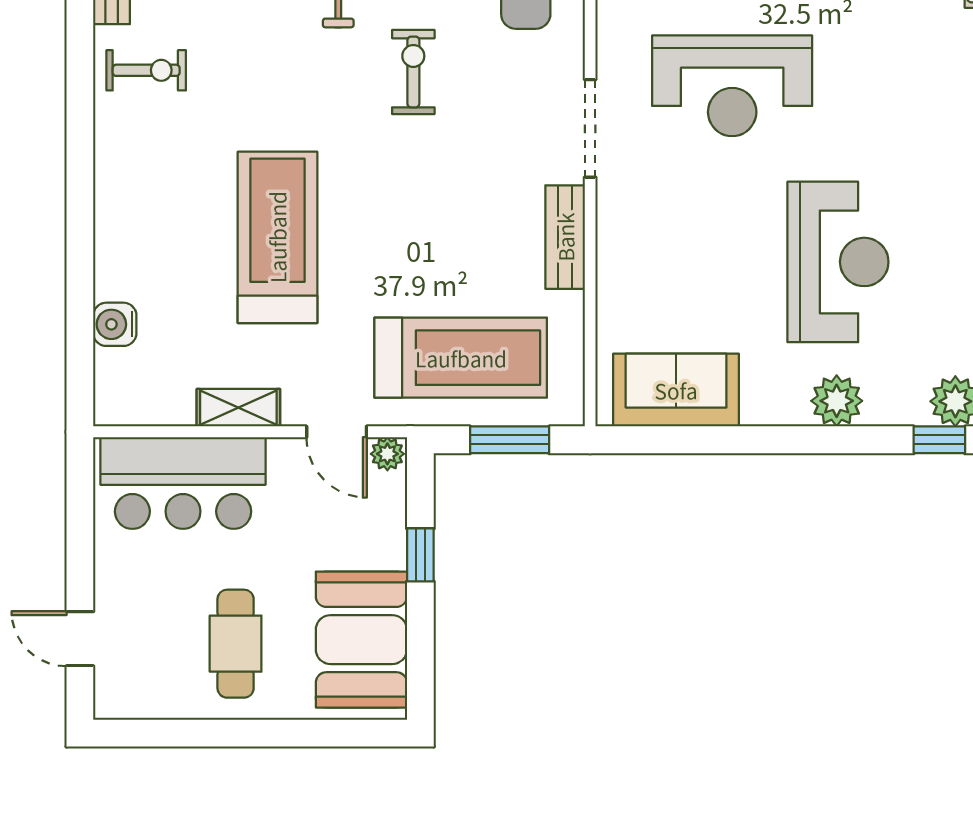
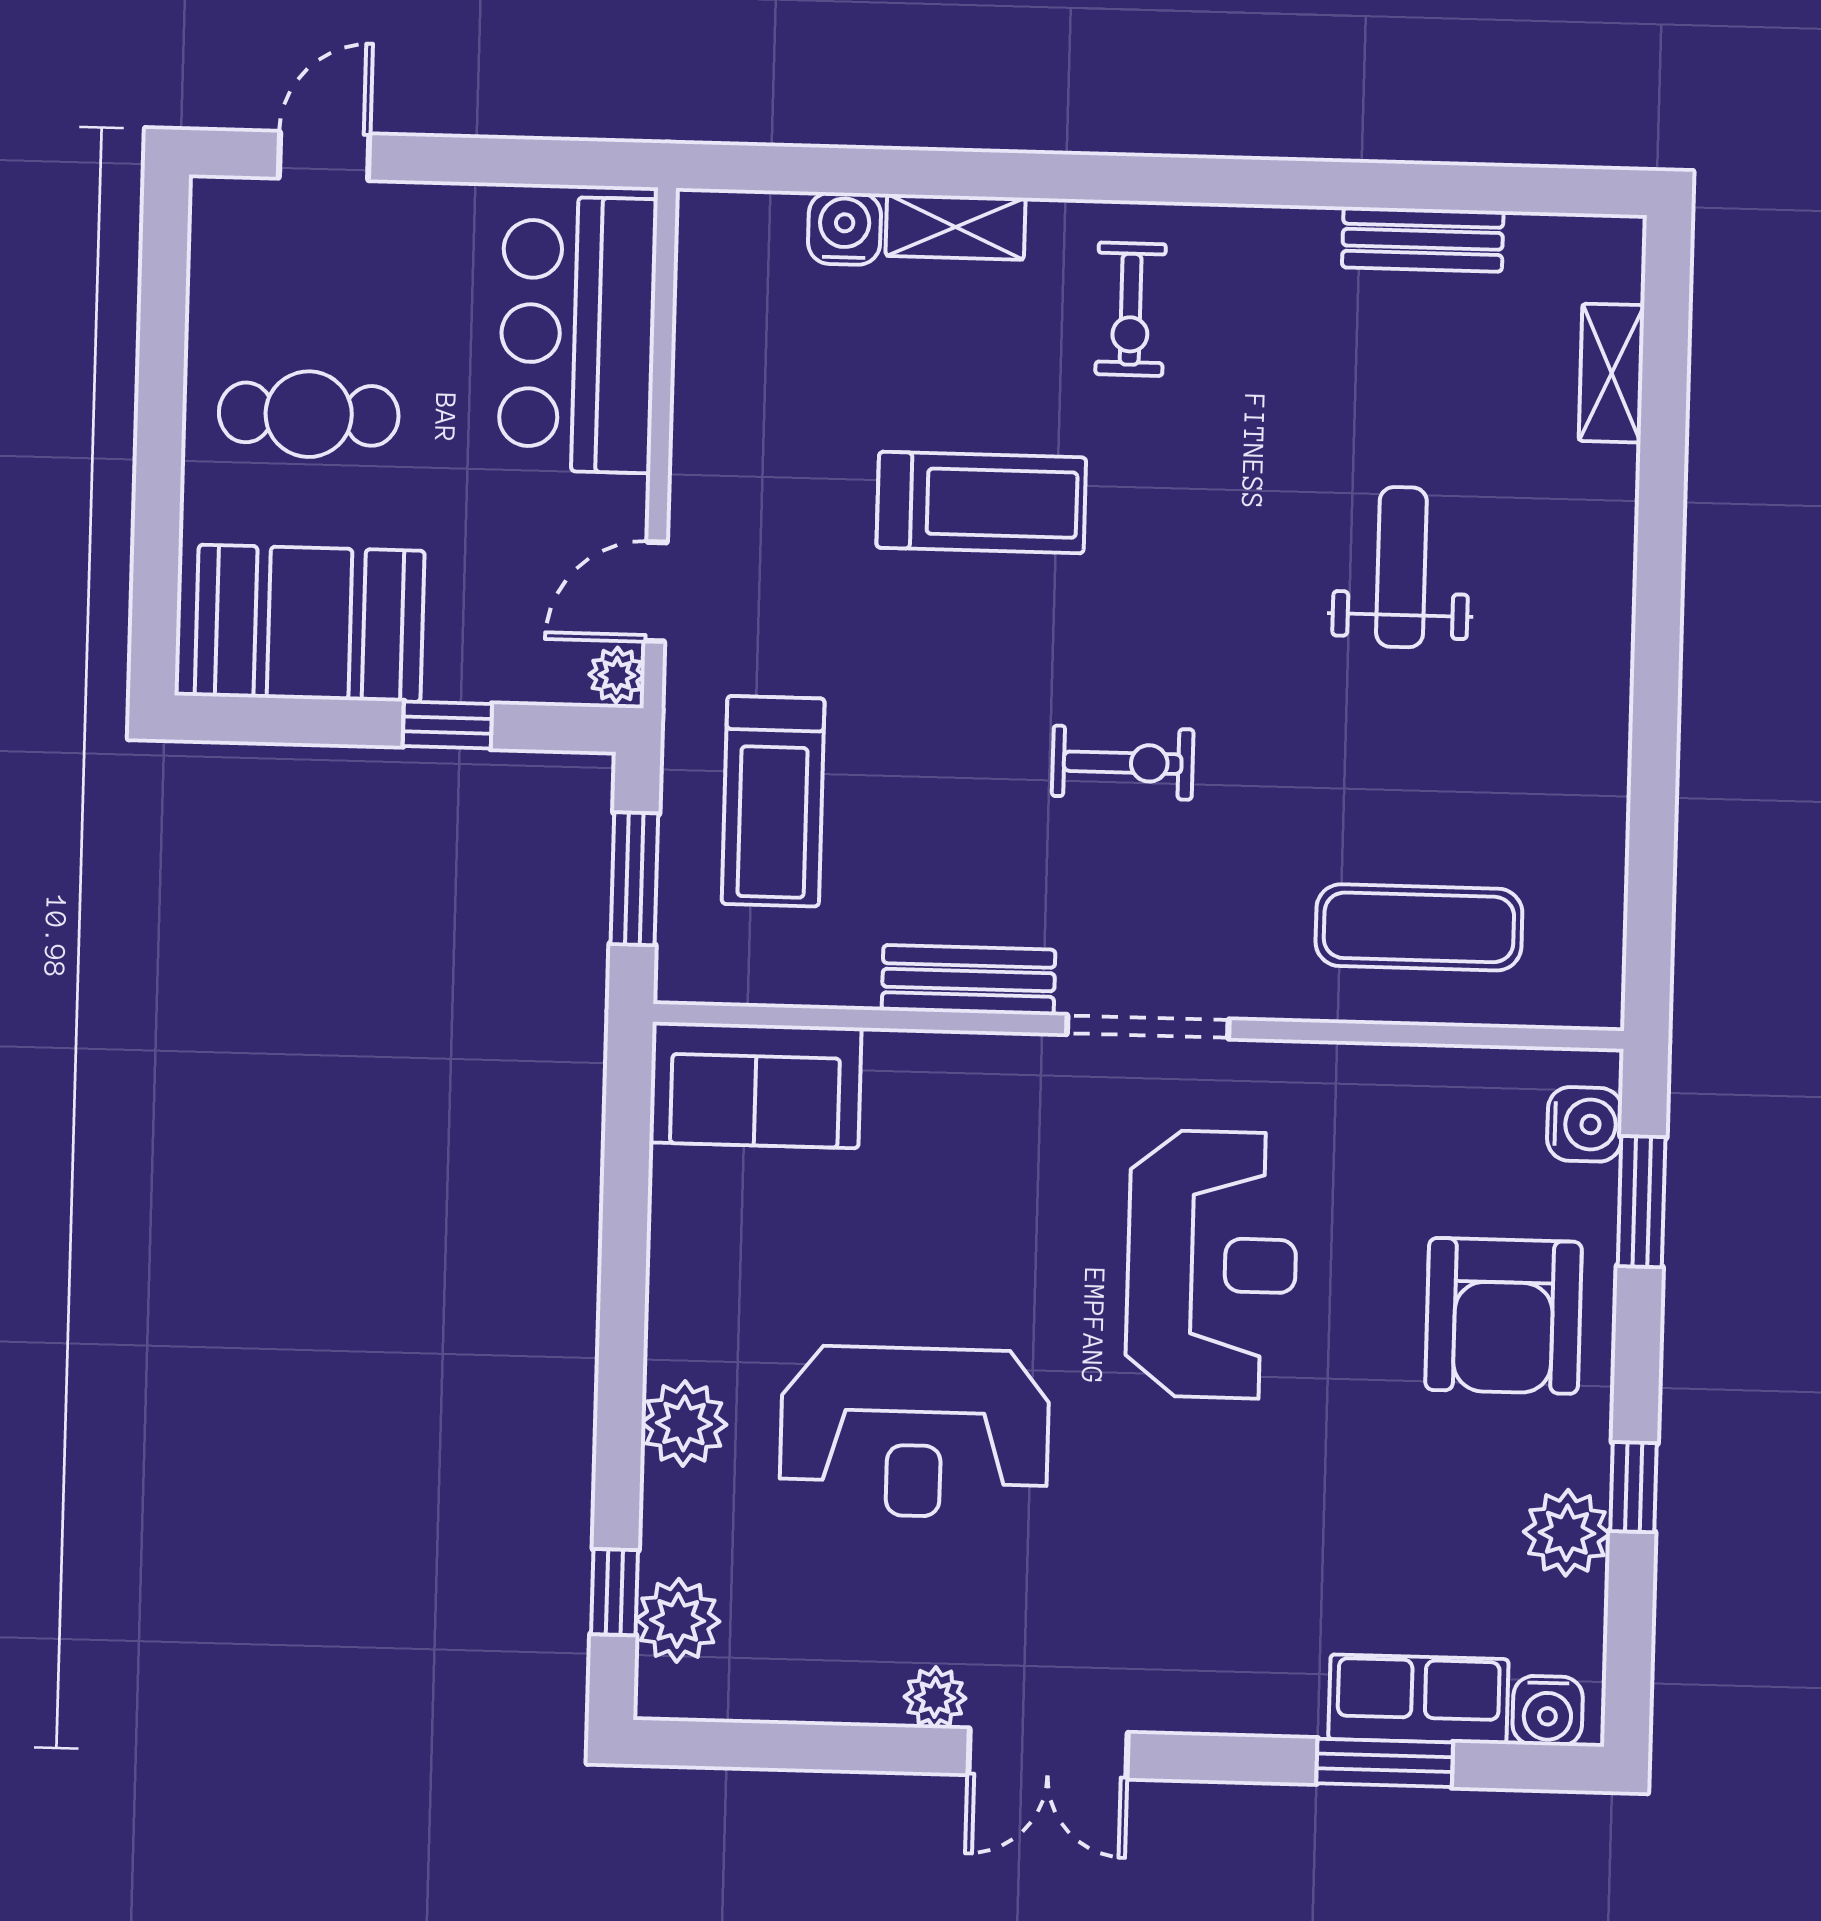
exercise bike: (146, 70) -> (1131, 309), moved
exercise bike: (413, 72) -> (1123, 763), moved
reception desk: (732, 86) -> (1212, 1264), turned 180
treadmill: (277, 237) -> (981, 503), width x0.73, depth x0.73
treadmill: (461, 358) -> (773, 801), width x0.73, depth x0.73
sofa: (676, 390) -> (755, 1085), moved, turned 90
shelving: (238, 408) -> (956, 227), moved, turned 90

